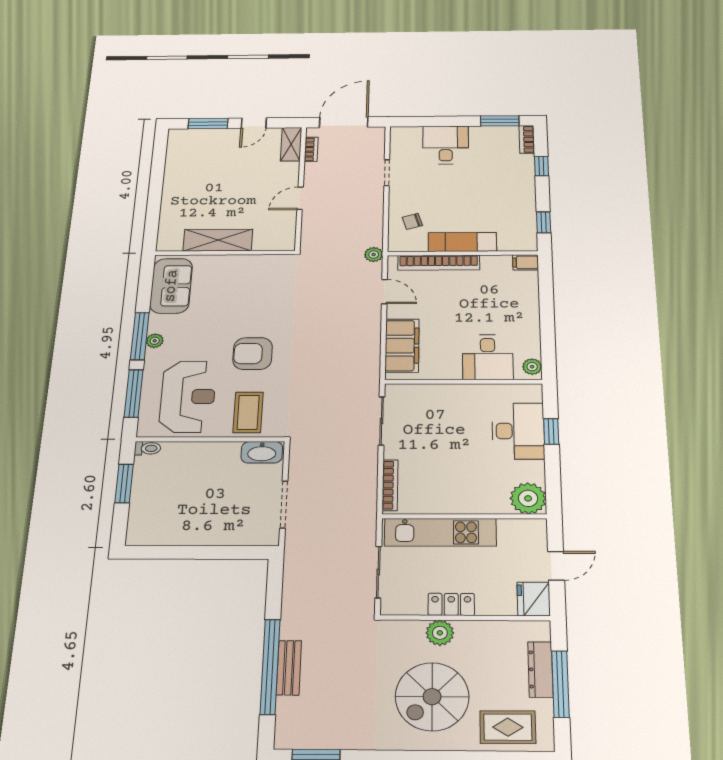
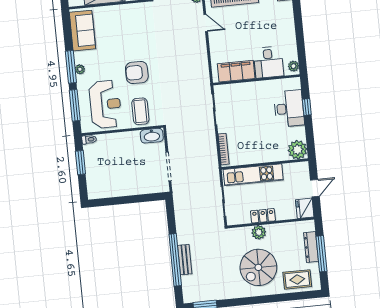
filing cabinet: (402, 346) -> (236, 71), moved, turned -90

